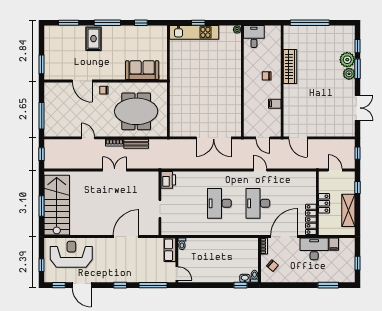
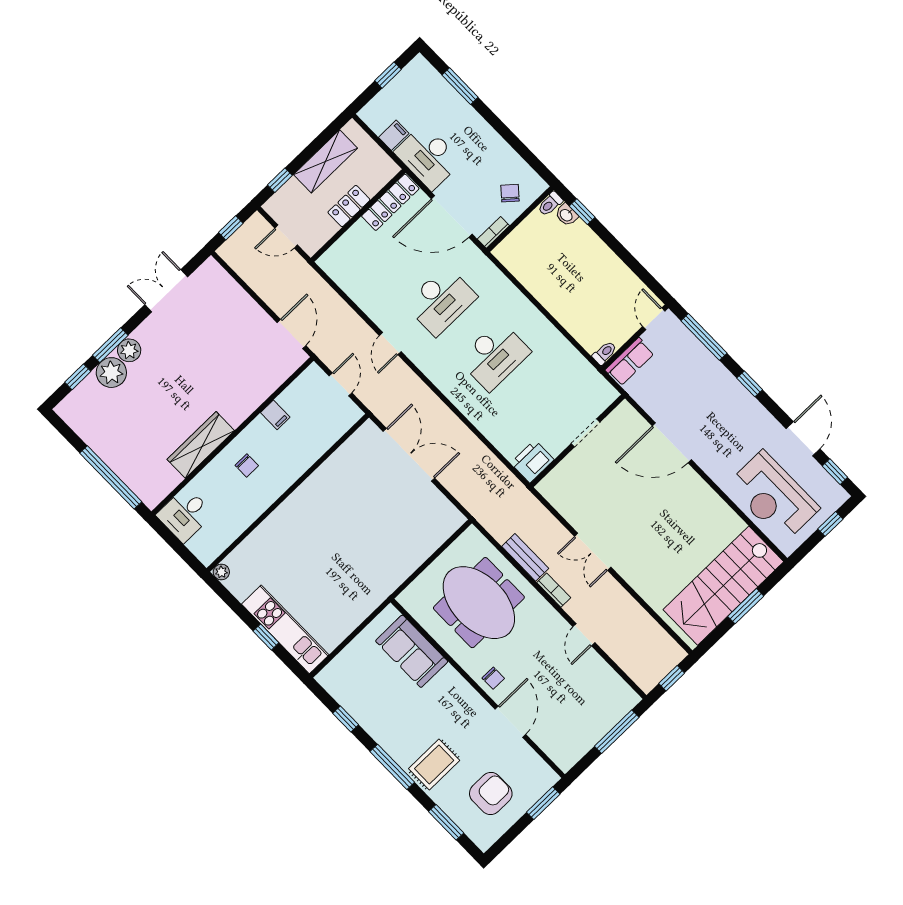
desk: (254, 37) -> (185, 514), moved
armchair: (63, 49) -> (491, 794), added
door: (335, 170) -> (286, 236), hinge flipped

